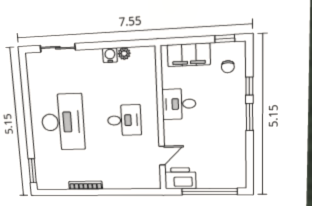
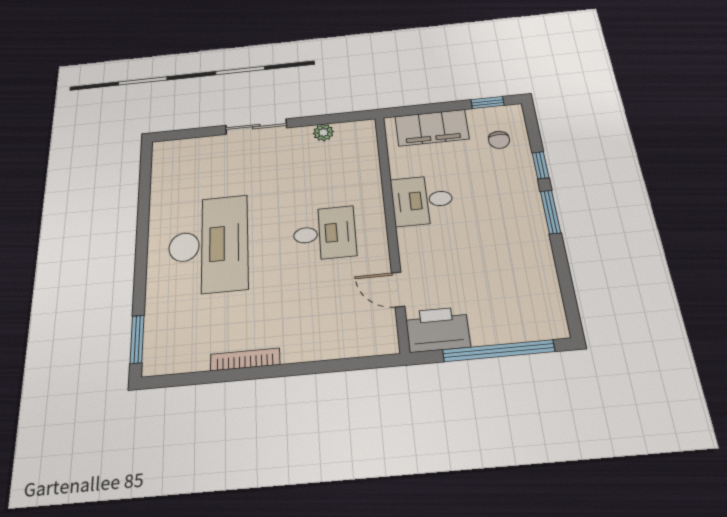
sliding door: (58, 48) -> (256, 127), moved
water cooler: (110, 55) -> (299, 136), removed
door: (162, 156) -> (398, 290), swing flipped

